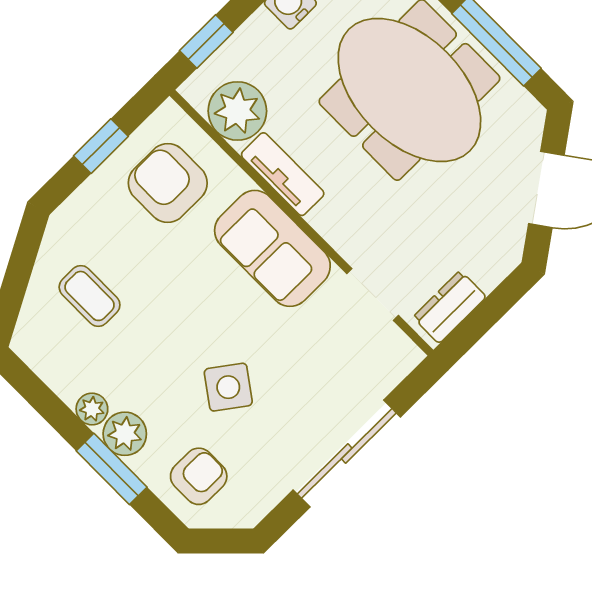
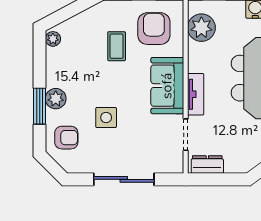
tv unit: (283, 174) -> (196, 94), moved
coffee table: (90, 296) -> (117, 46), moved
side table: (228, 387) -> (106, 117), turned -36
plant: (92, 409) -> (53, 39), moved

